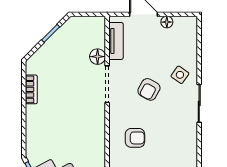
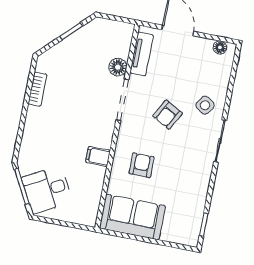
floor lamp: (167, 22) -> (220, 47), moved
filing cabinet: (95, 138) -> (98, 156), added
armchair: (135, 138) -> (142, 165), turned -90

